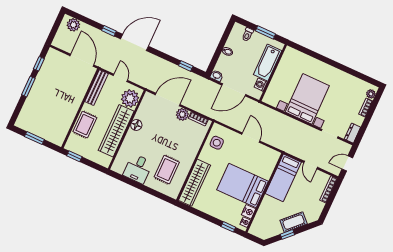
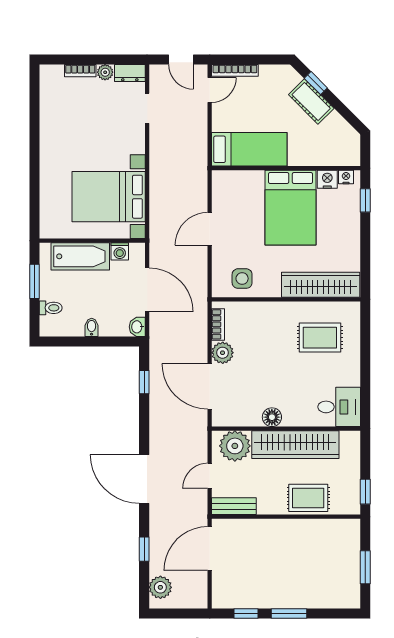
window: (109, 31) -> (144, 549), moved
bench: (96, 88) -> (234, 506), width x0.73
plant: (371, 94) -> (105, 72), moved
bed with nightstands: (307, 99) -> (109, 197), moved
door: (311, 165) -> (210, 90), moved
desk: (138, 169) -> (339, 407), moved
window: (287, 234) -> (316, 83), moved

